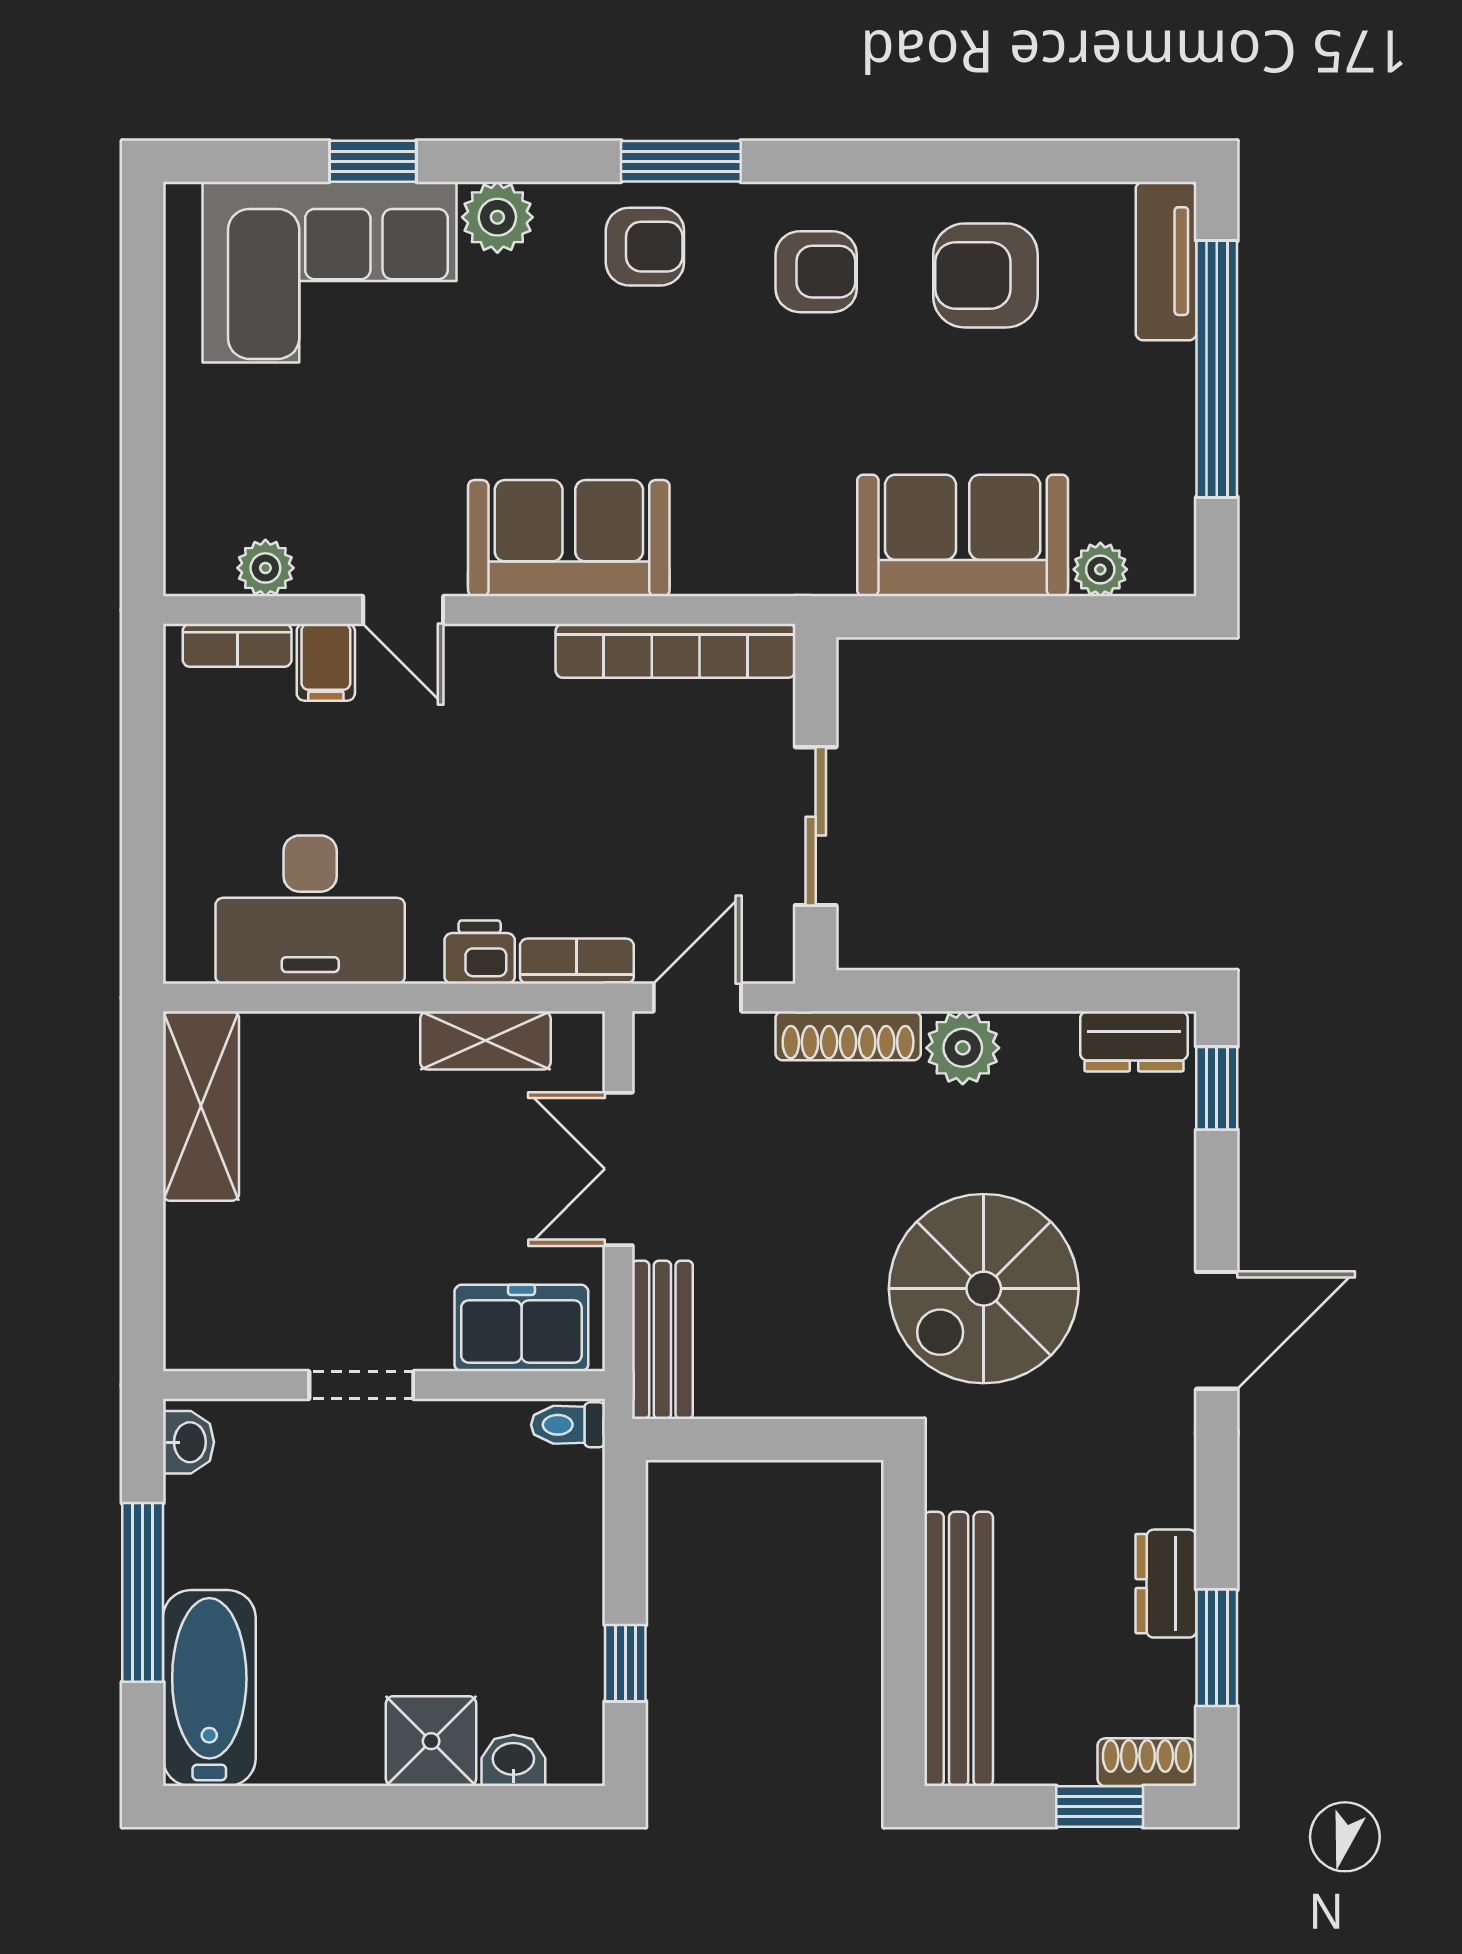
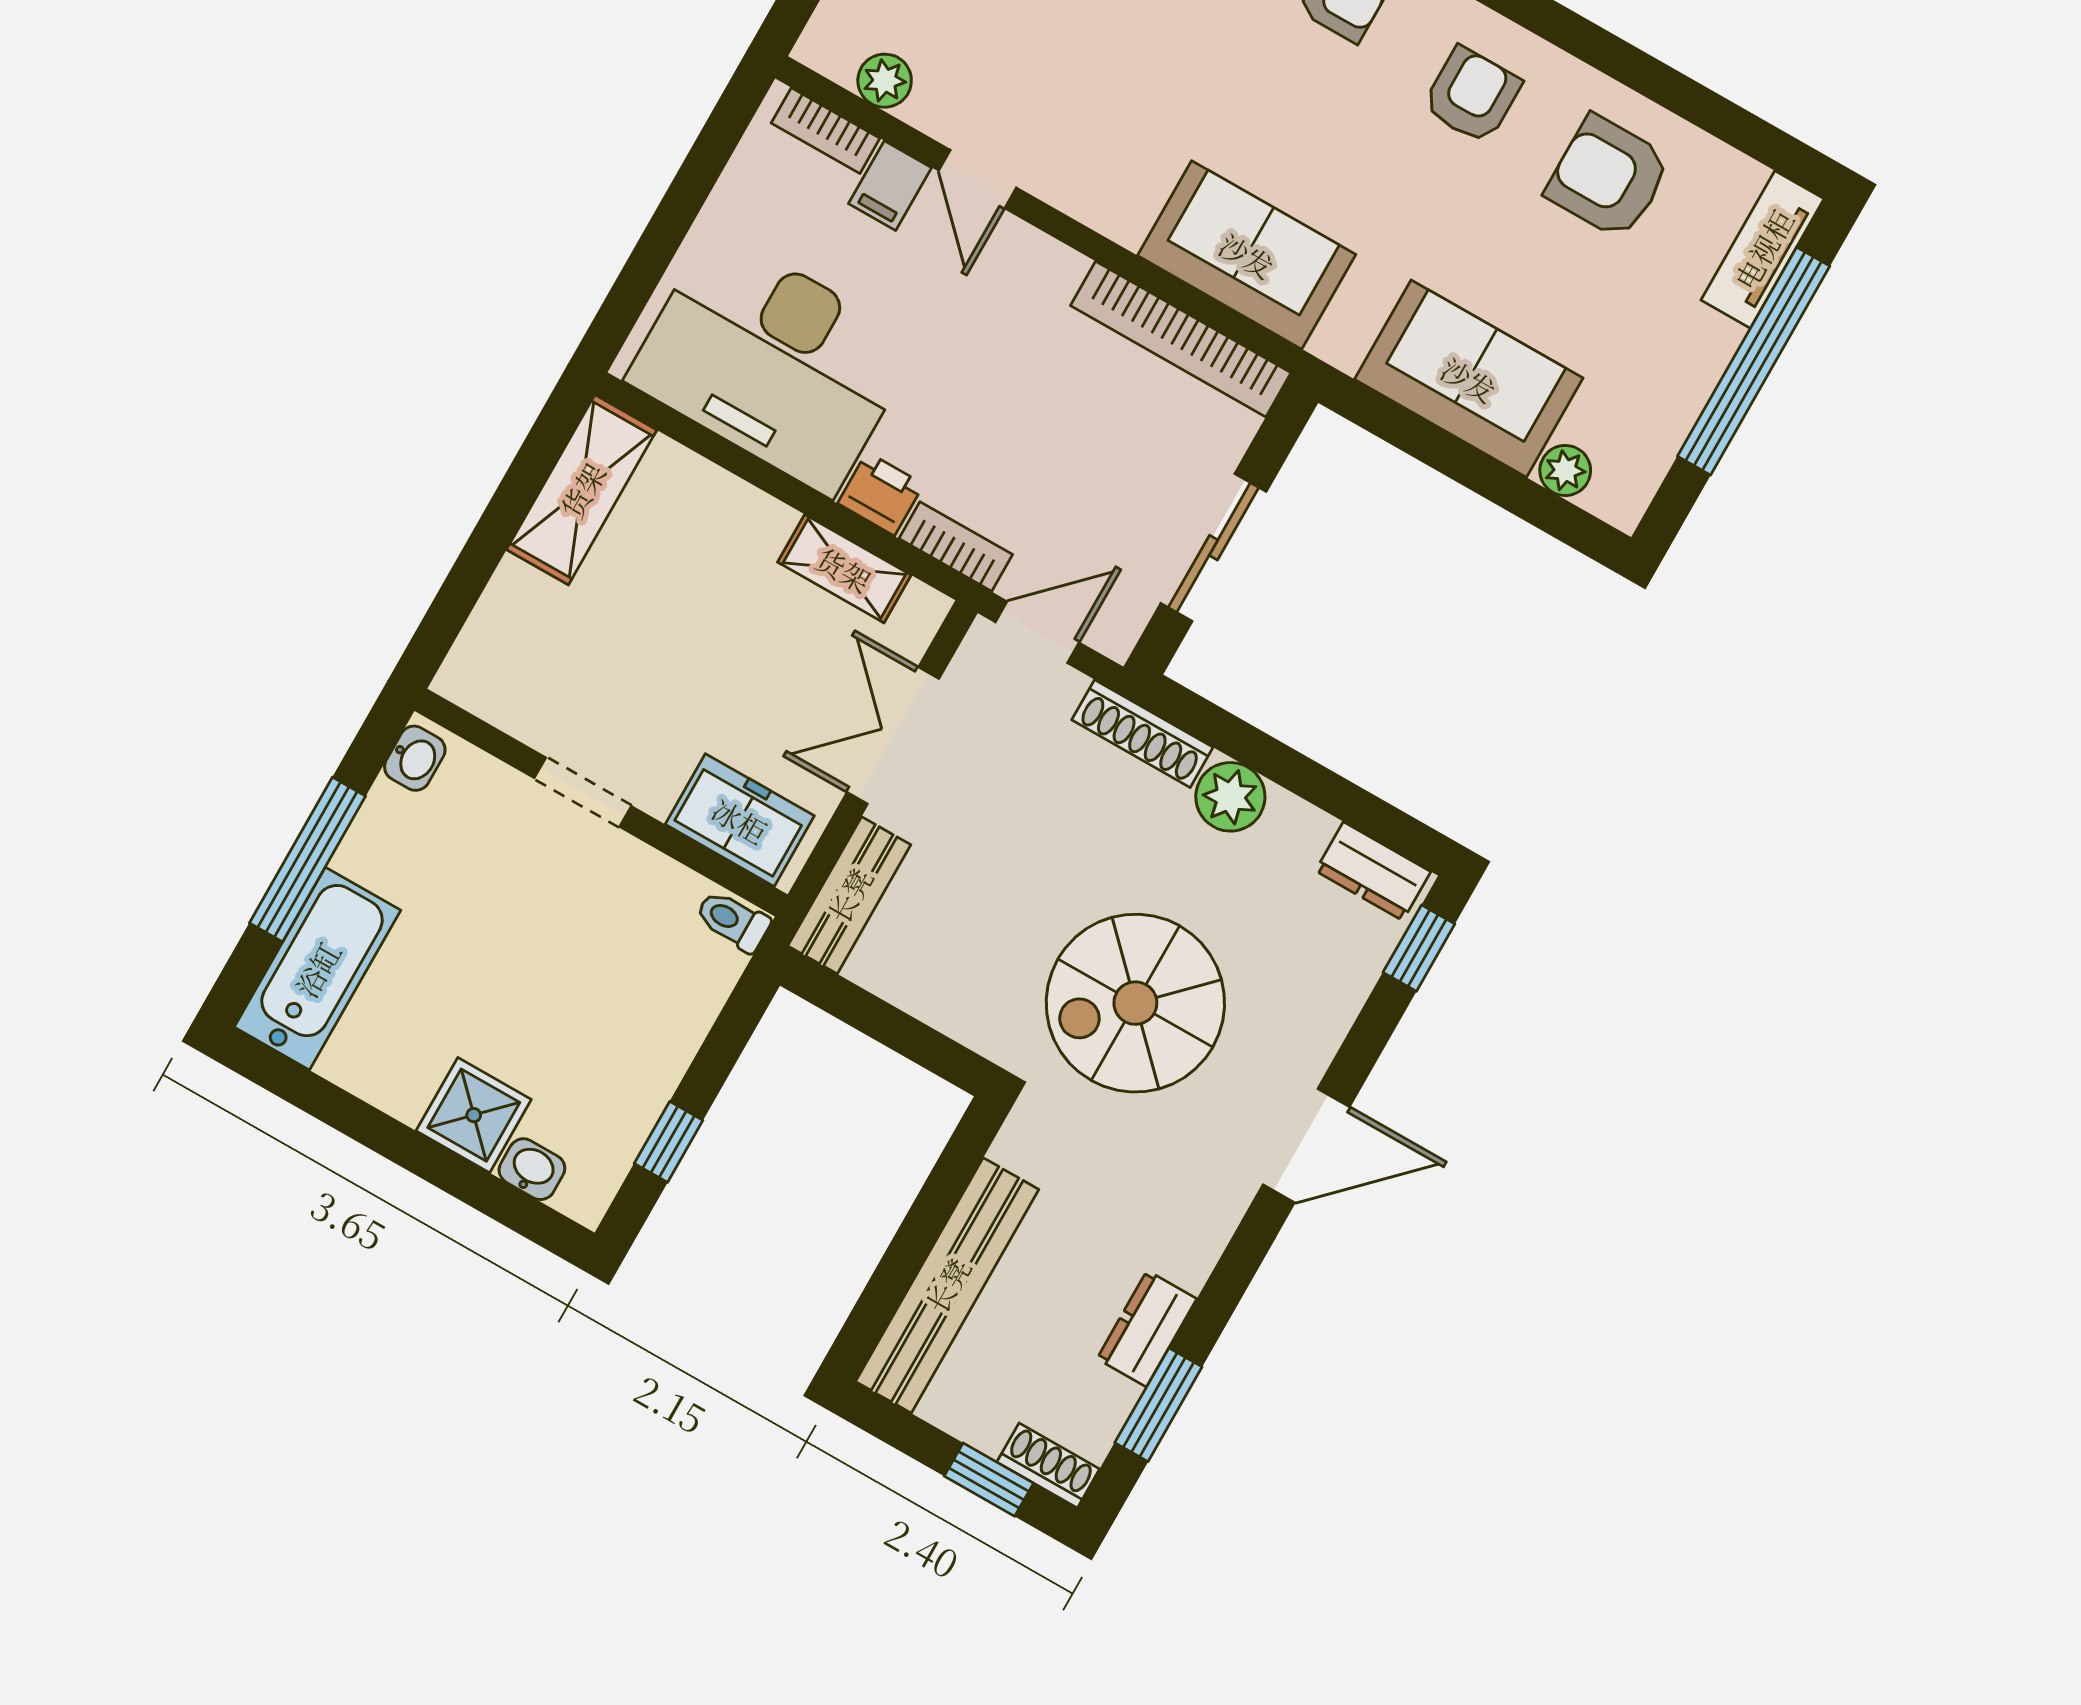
armchair: (816, 272) -> (1472, 95), turned -90
sofa: (569, 538) -> (1247, 255), moved
desk: (310, 910) -> (773, 362), width x1.36, depth x1.30

